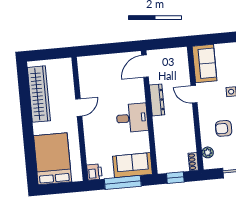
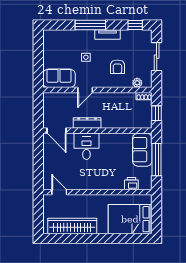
door: (79, 107) -> (59, 192), moved
desk: (132, 118) -> (86, 146), moved
printer: (94, 172) -> (131, 184), moved

